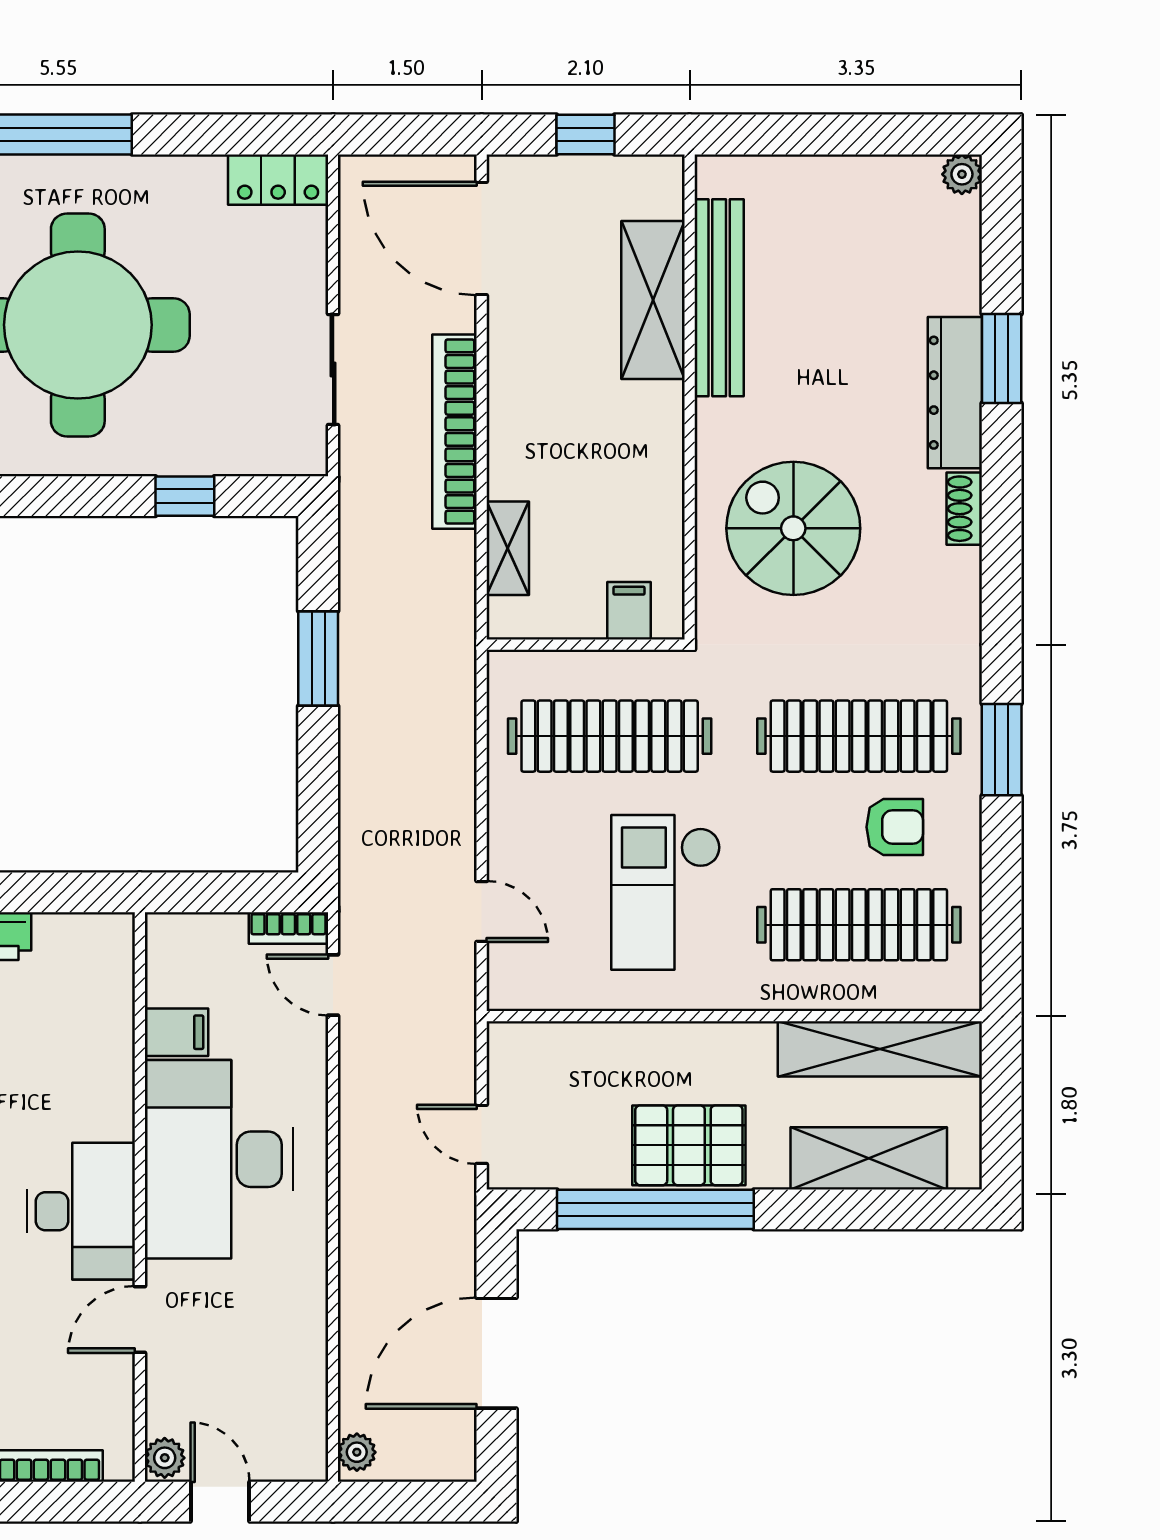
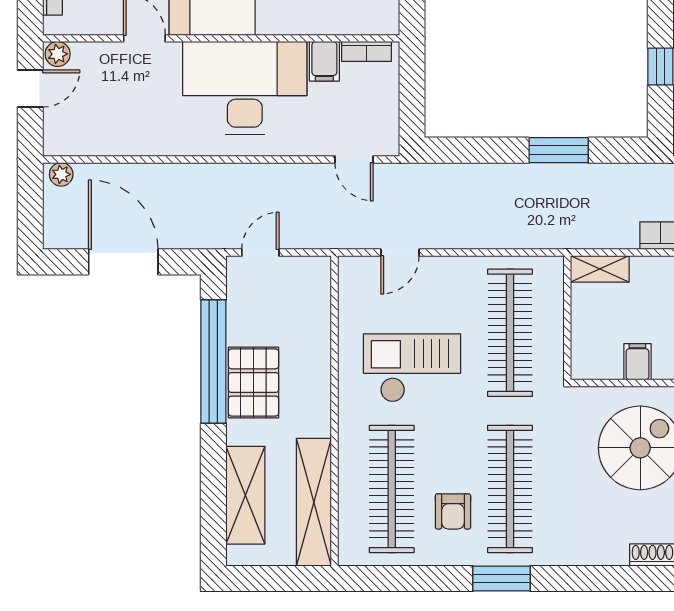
shelving: (508, 548) -> (600, 269), moved
filing cabinet: (629, 611) -> (637, 362), moved, turned -90
bookcase: (288, 928) -> (367, 51), moved, turned -90
door: (333, 985) -> (354, 159), swing flipped

